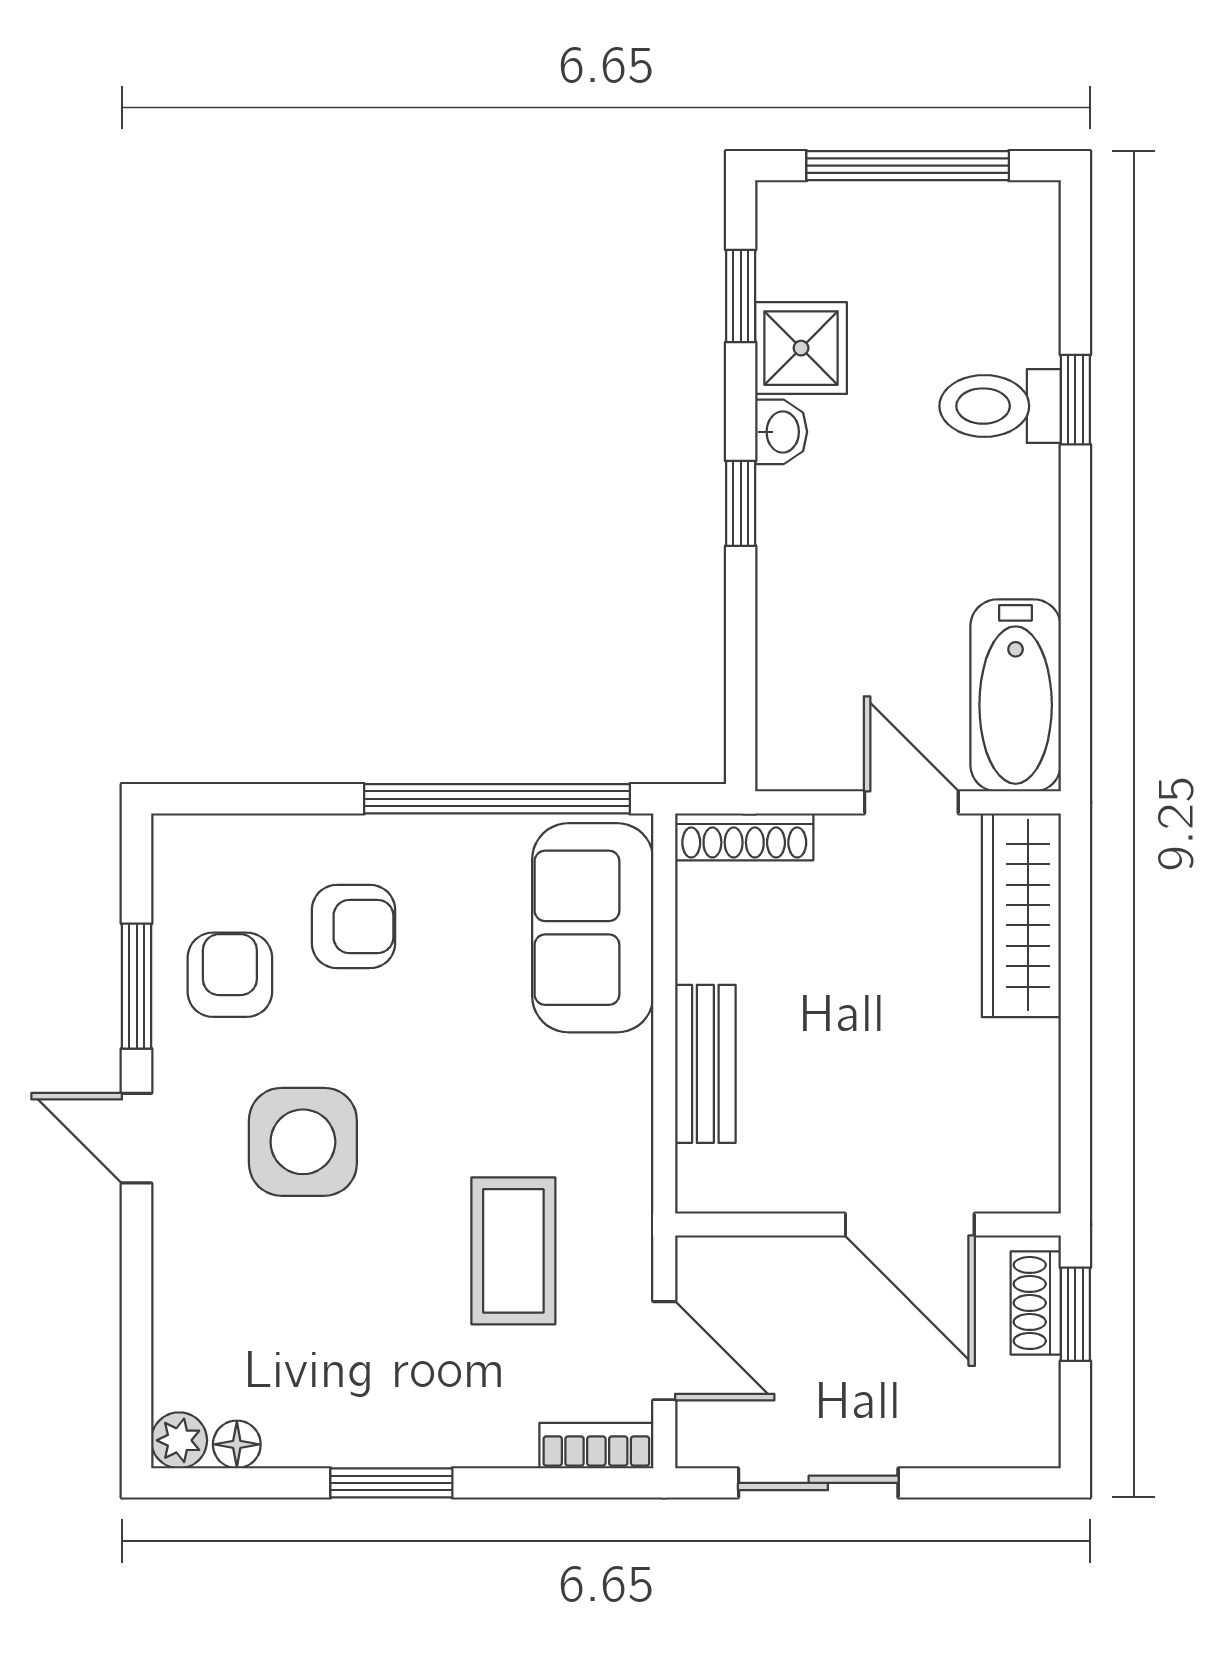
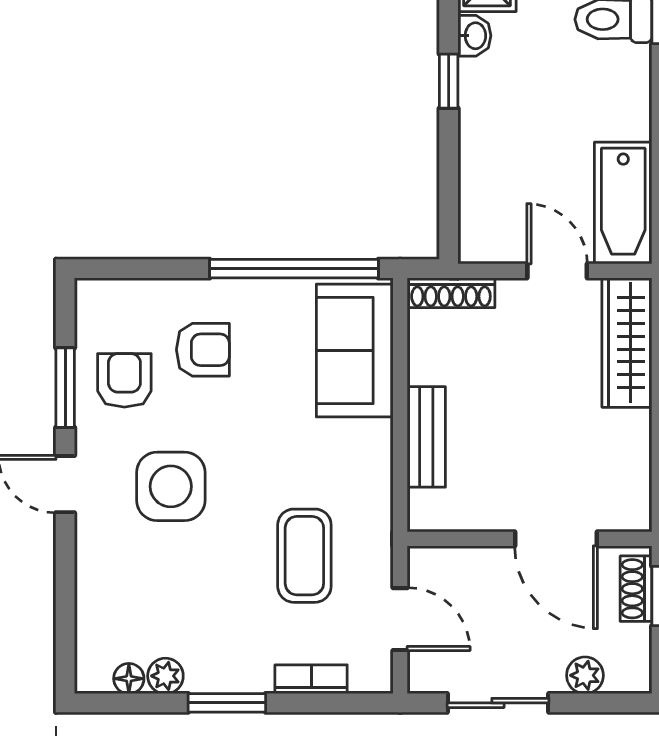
plant: (955, 1439) -> (585, 675), added
plant: (179, 1440) -> (165, 676), moved
bookcase: (596, 1446) -> (311, 679), moved

